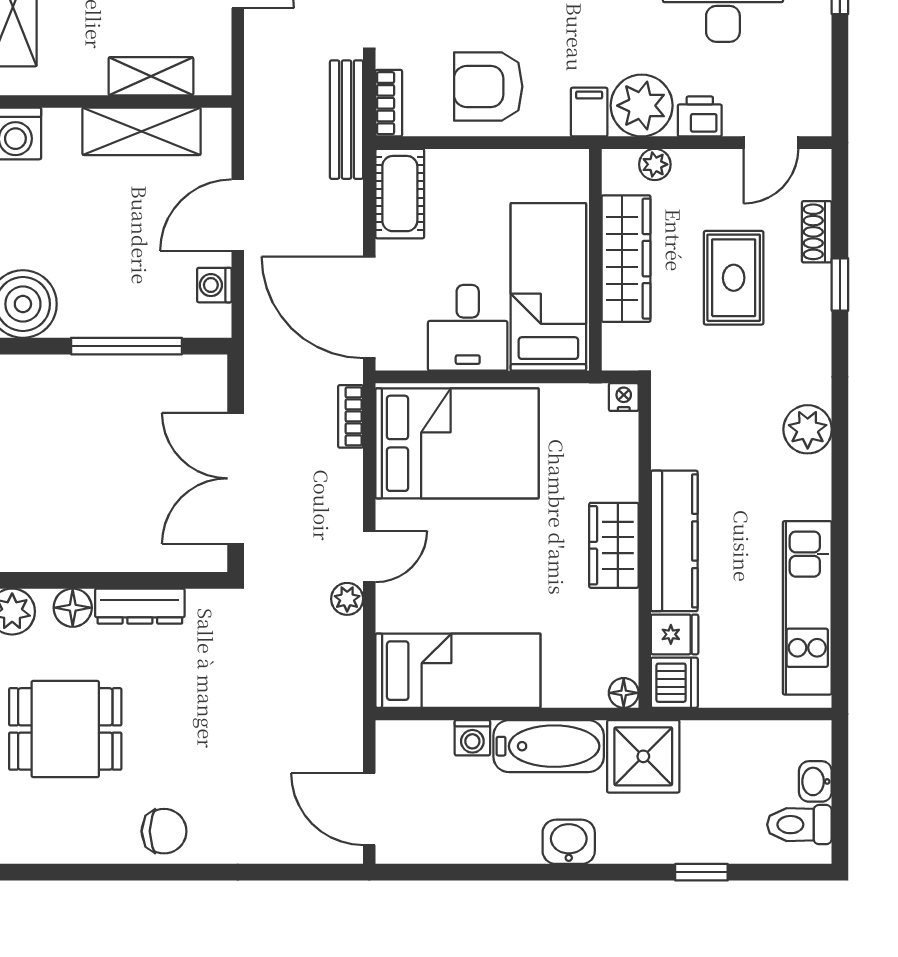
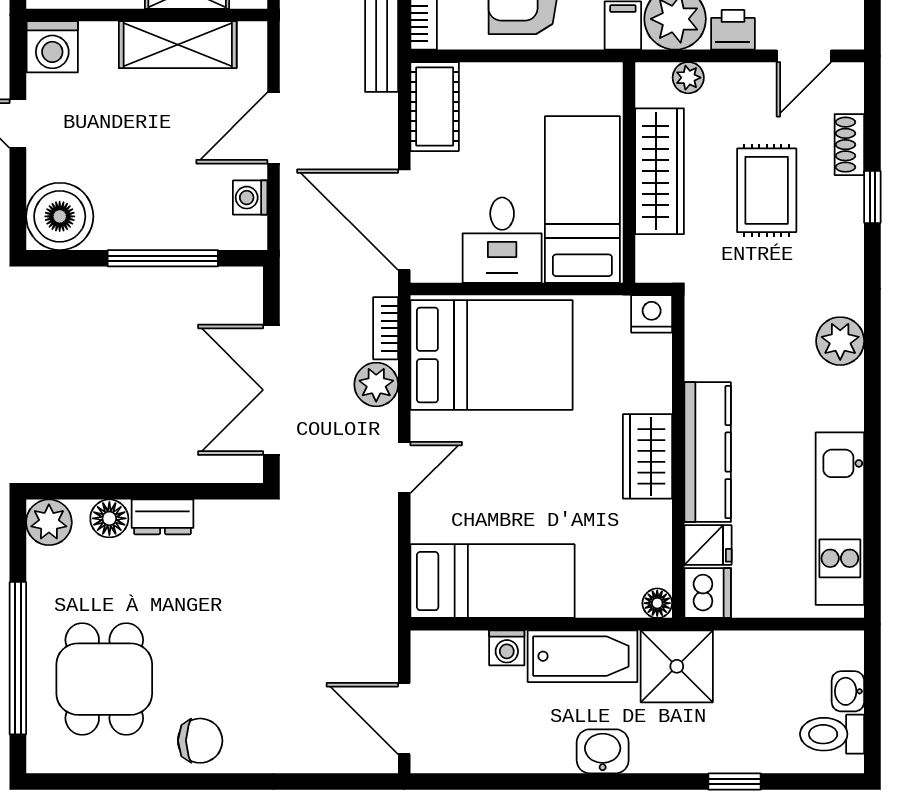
nightstand: (624, 397) -> (652, 314), width x1.39, depth x1.35
plant: (347, 599) -> (376, 384), moved, width x1.38, depth x1.38
dresser: (140, 606) -> (163, 517), width x0.70
dining table: (65, 729) -> (104, 679), moved, turned 90

